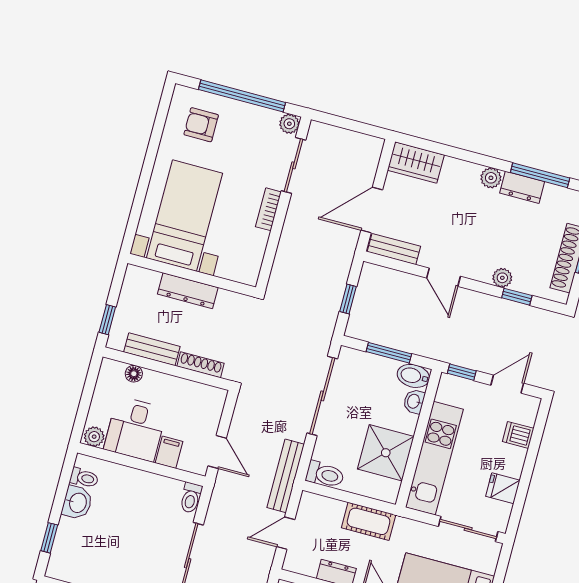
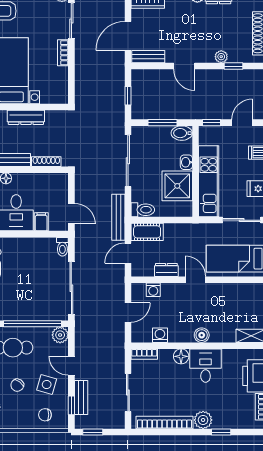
washbasin: (414, 401) -> (186, 162), moved
cot: (369, 521) -> (147, 232), moved

